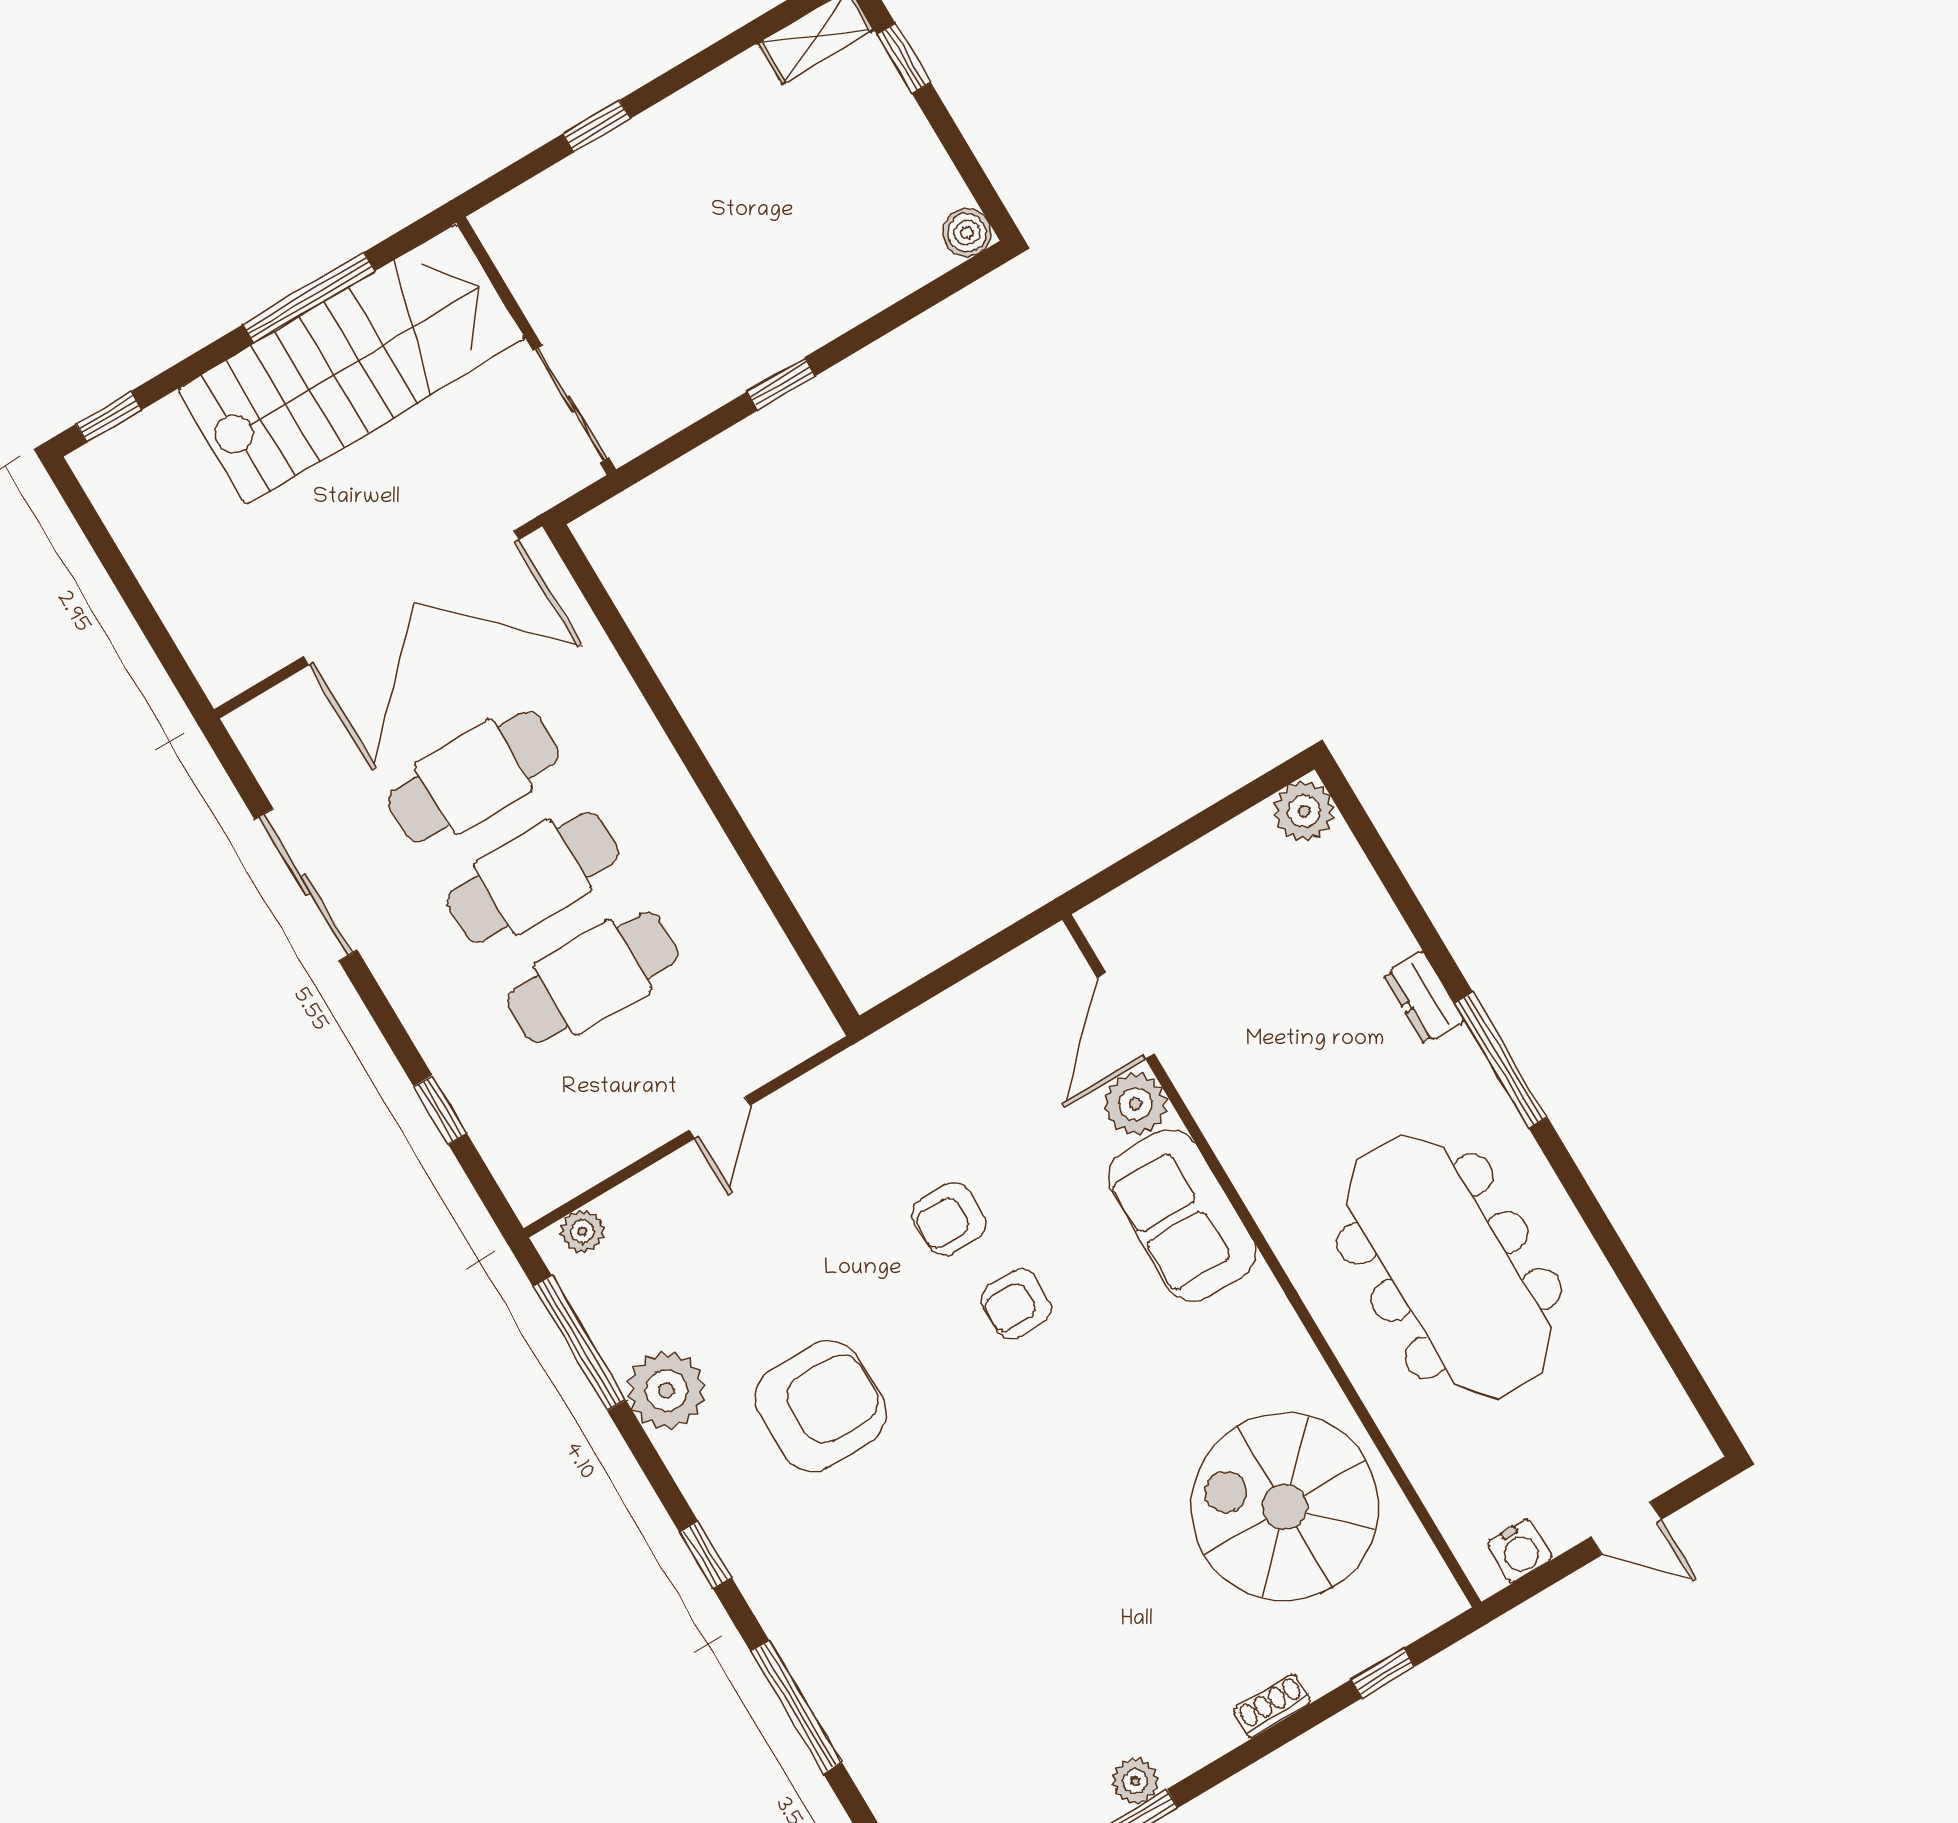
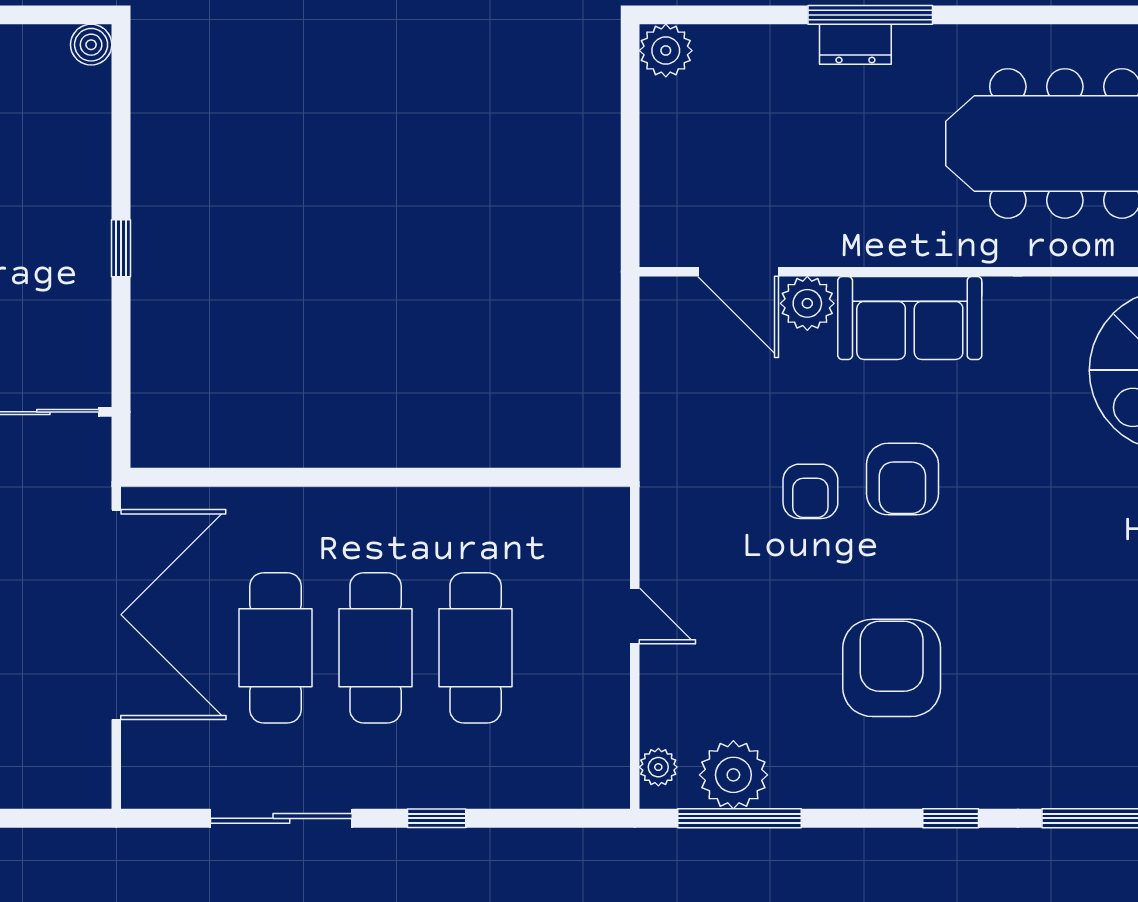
window: (1501, 1060) -> (870, 15), moved
window: (440, 1110) -> (437, 818), moved
armchair: (1016, 1304) -> (902, 479), width x1.38, depth x1.38
plant: (666, 1390) -> (733, 775), moved

